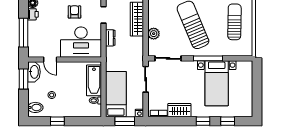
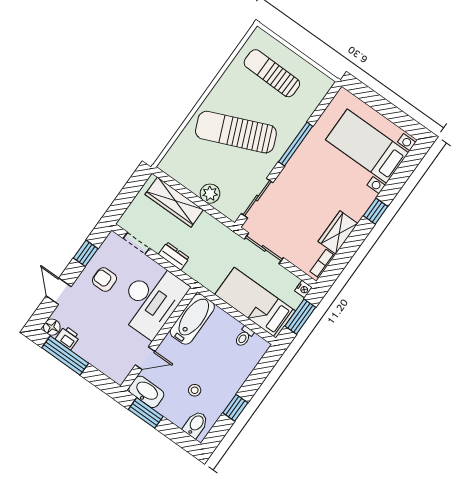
window: (23, 33) -> (65, 355), moved
bathtub: (94, 80) -> (192, 319), moved, turned -90
bed with nightstands: (217, 83) -> (367, 146), moved, turned 180
window: (228, 121) -> (399, 178), removed

